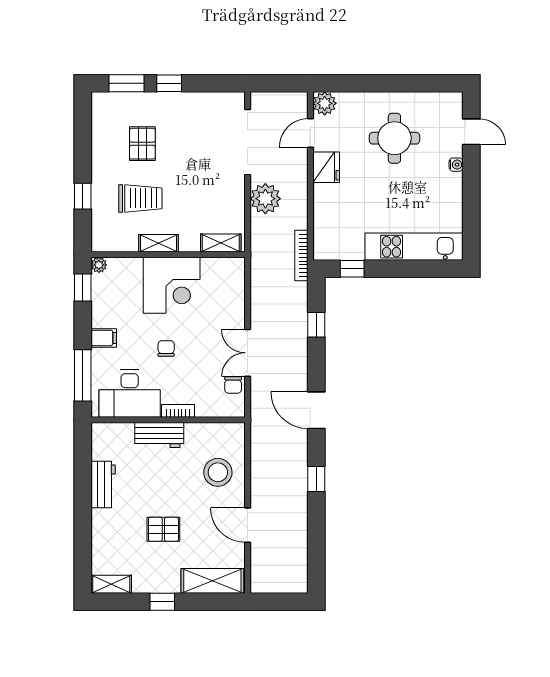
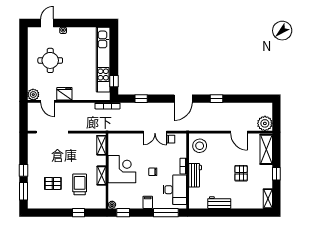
plant: (265, 199) -> (265, 123), moved
kitchen unit: (414, 247) -> (103, 60), width x1.36
stool: (218, 472) -> (200, 146), moved
door: (248, 525) -> (239, 132), hinge flipped

